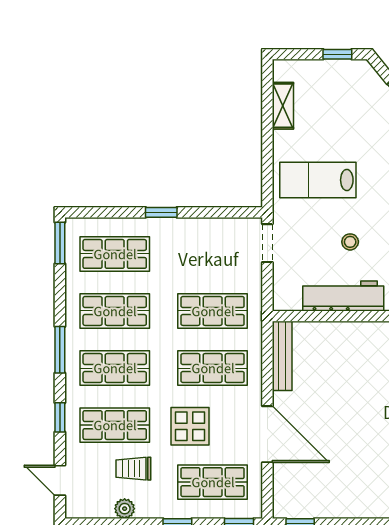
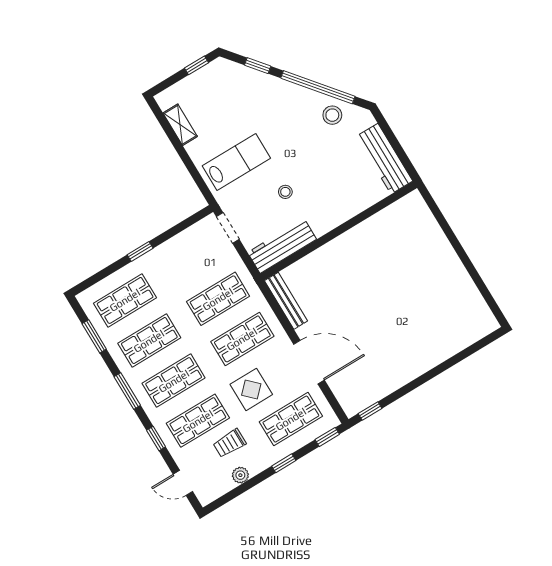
lab bench: (318, 180) -> (236, 162), turned 180
window: (60, 243) -> (94, 336), moved
workbench: (343, 296) -> (282, 246), moved

